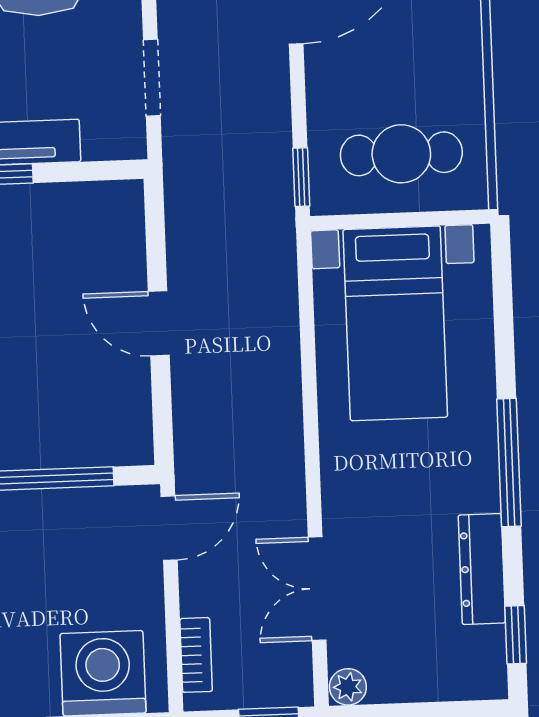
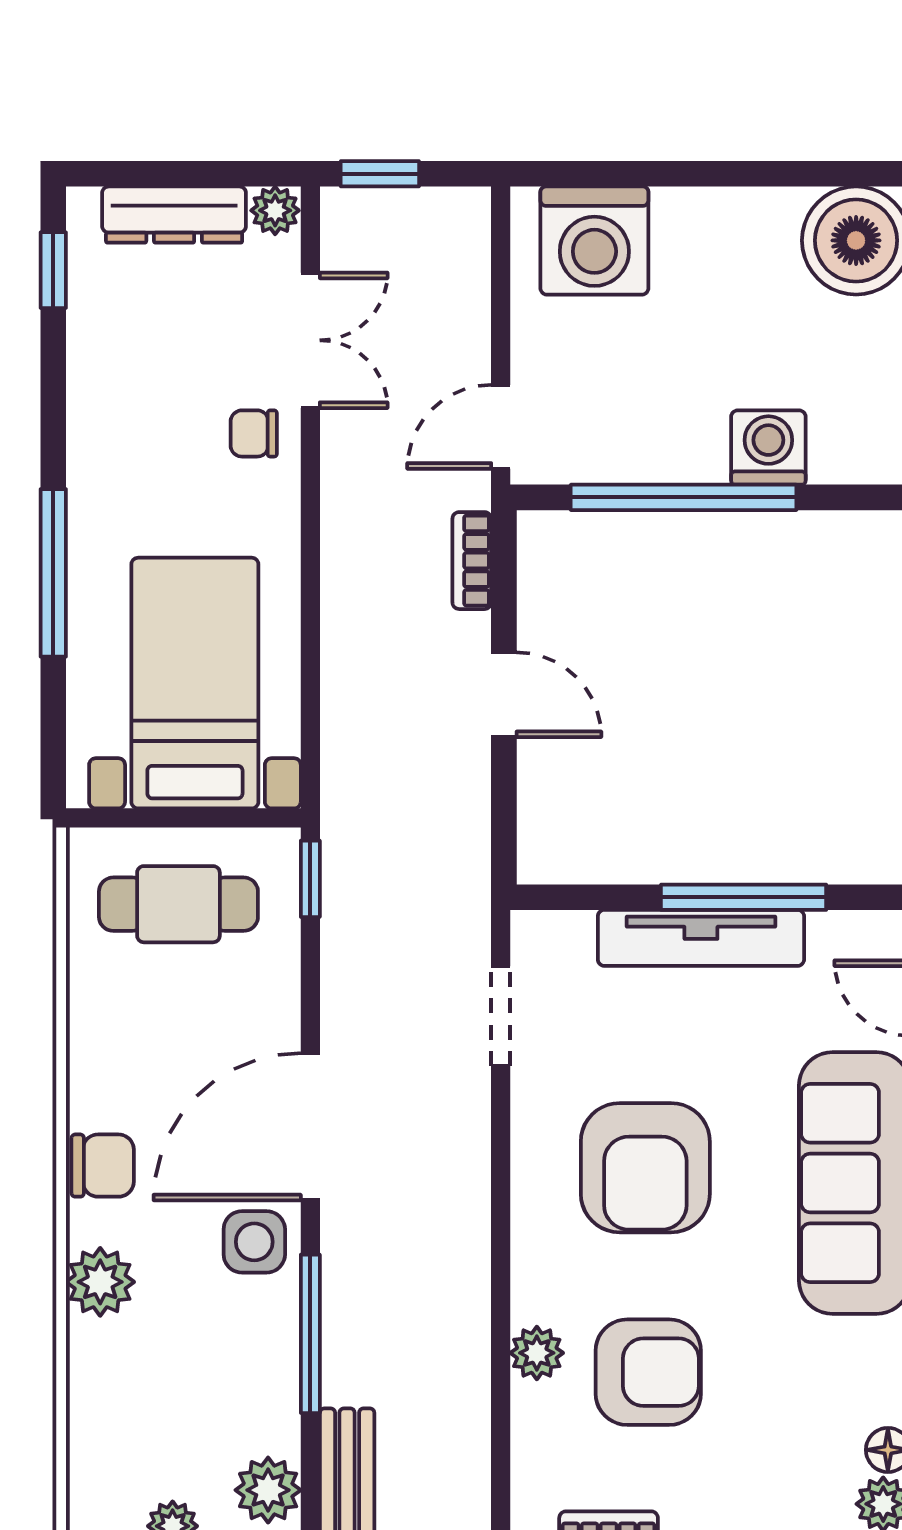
window: (509, 463) -> (53, 573), moved
chair: (358, 516) -> (254, 433), added
dresser: (482, 569) -> (174, 215), moved, turned 90
bookcase: (196, 655) -> (472, 561), moved

